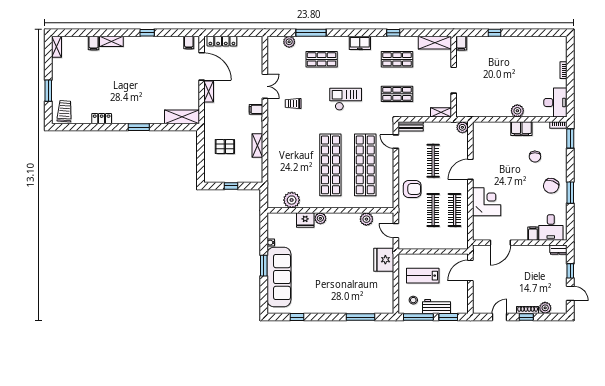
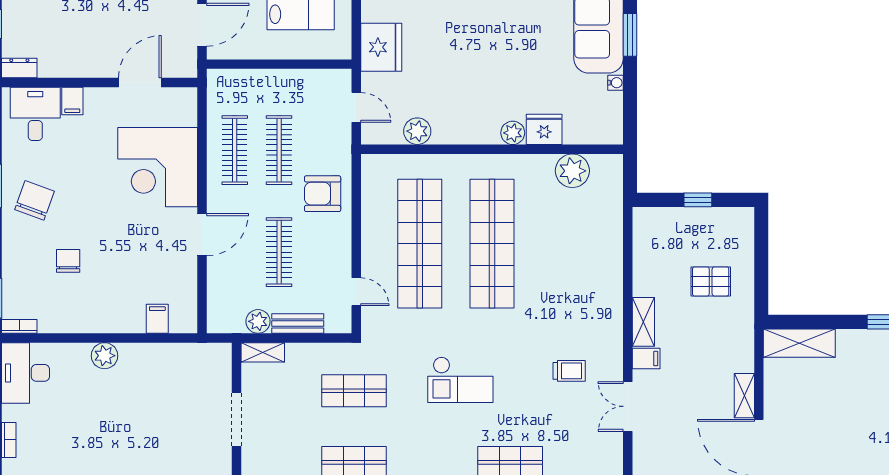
bench: (411, 126) -> (298, 323), moved
plant: (462, 127) -> (258, 321), moved
filing cabinet: (521, 129) -> (157, 319), moved, width x0.50
shelving: (257, 146) -> (643, 322), moved
corner desk: (487, 202) -> (158, 167), width x1.36, depth x1.36

